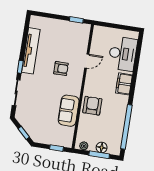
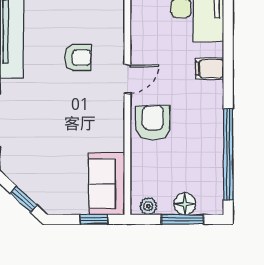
door: (87, 61) -> (127, 79), moved
filing cabinet: (124, 84) -> (210, 69), width x0.50
sofa: (69, 111) -> (107, 184), moved

